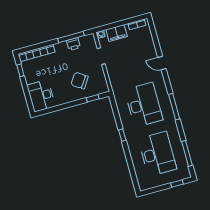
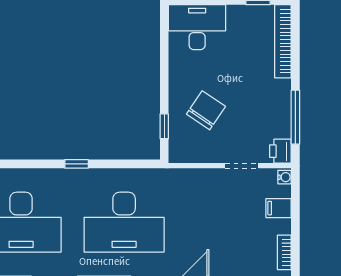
filing cabinet: (117, 33) -> (279, 208), width x0.50
printer: (73, 44) -> (280, 151), moved

